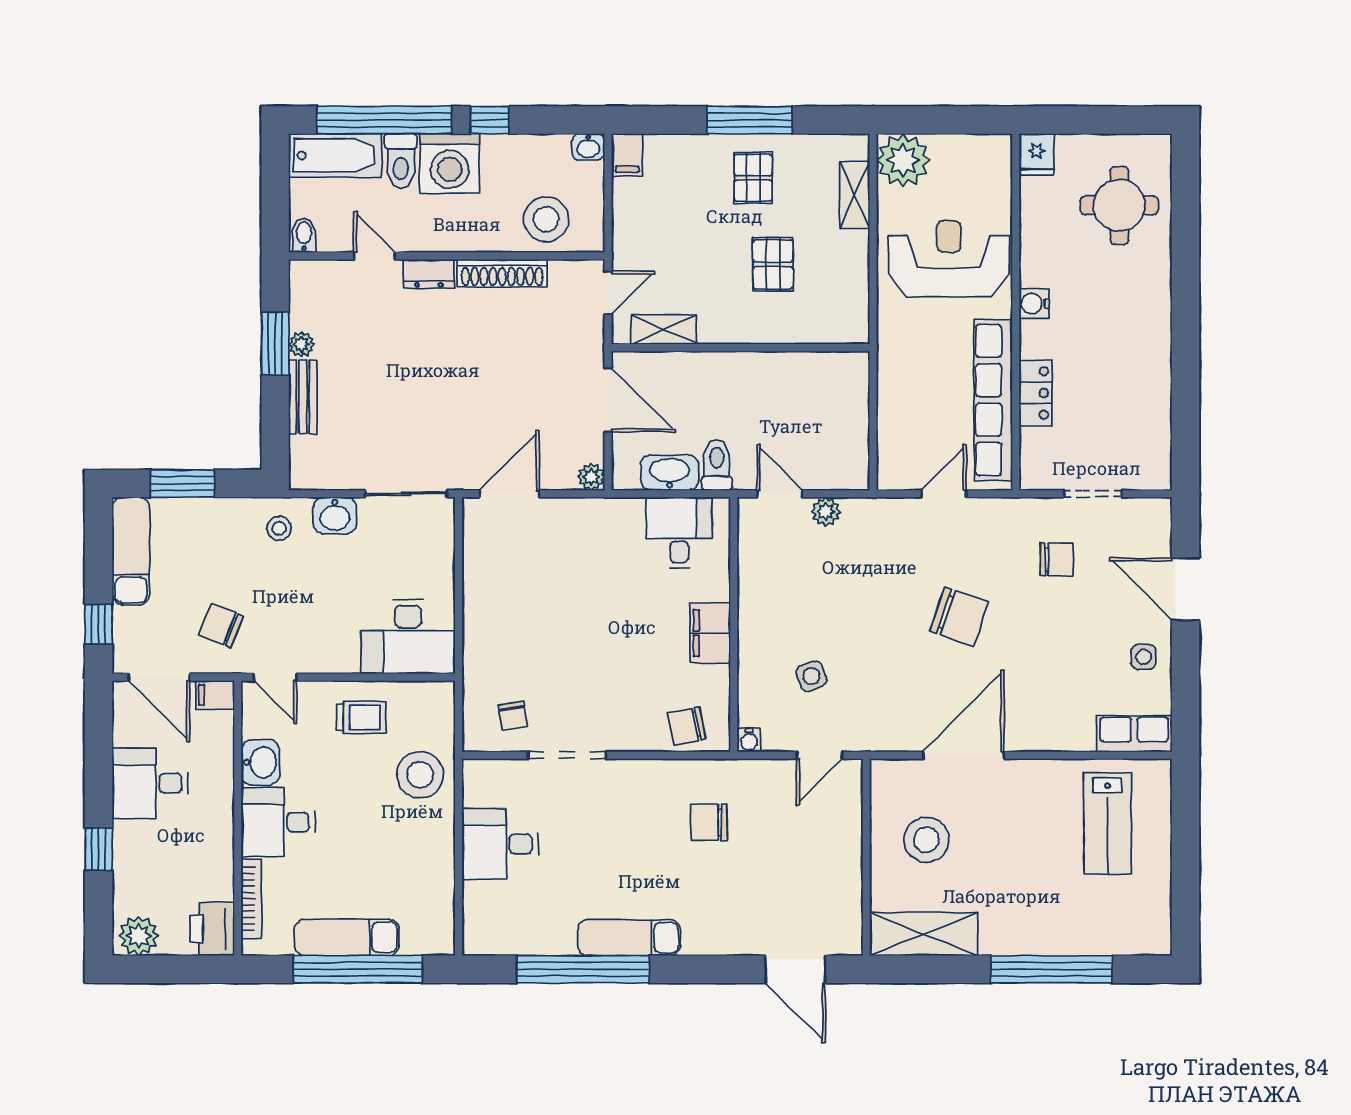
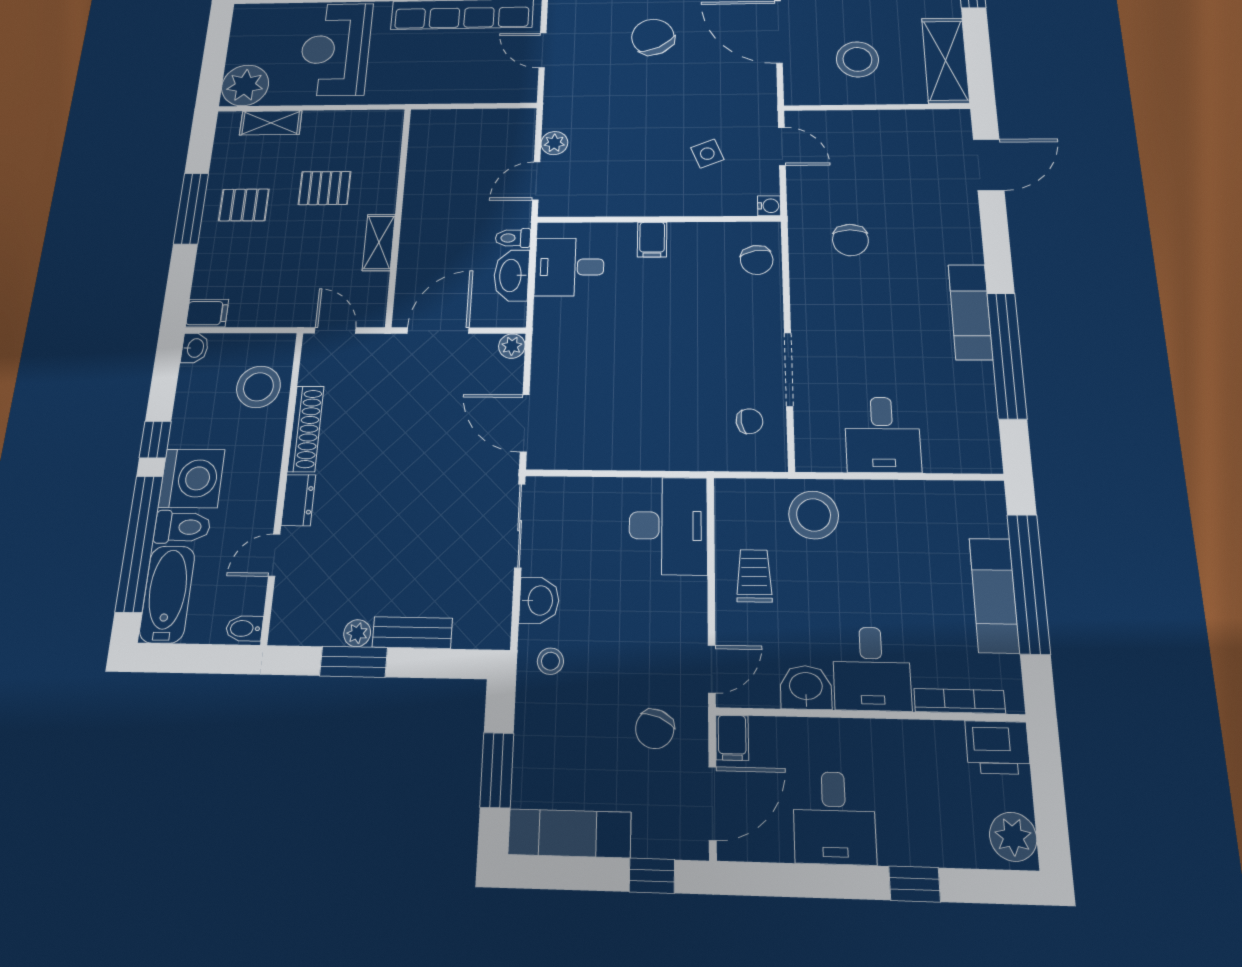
shelving: (664, 329) -> (379, 242), moved
toilet: (717, 465) -> (513, 238), width x0.73, depth x0.72
chair: (959, 617) -> (653, 37), turned -46
filing cabinet: (710, 633) -> (652, 240), width x0.50

